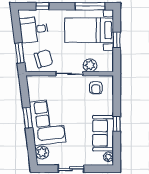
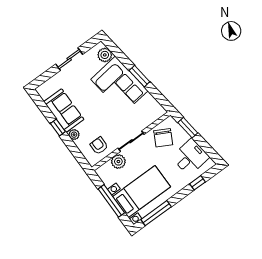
window: (117, 40) -> (111, 201), width x2.17
chair: (44, 59) -> (163, 138), turned -45
plant: (108, 157) -> (74, 135), moved

